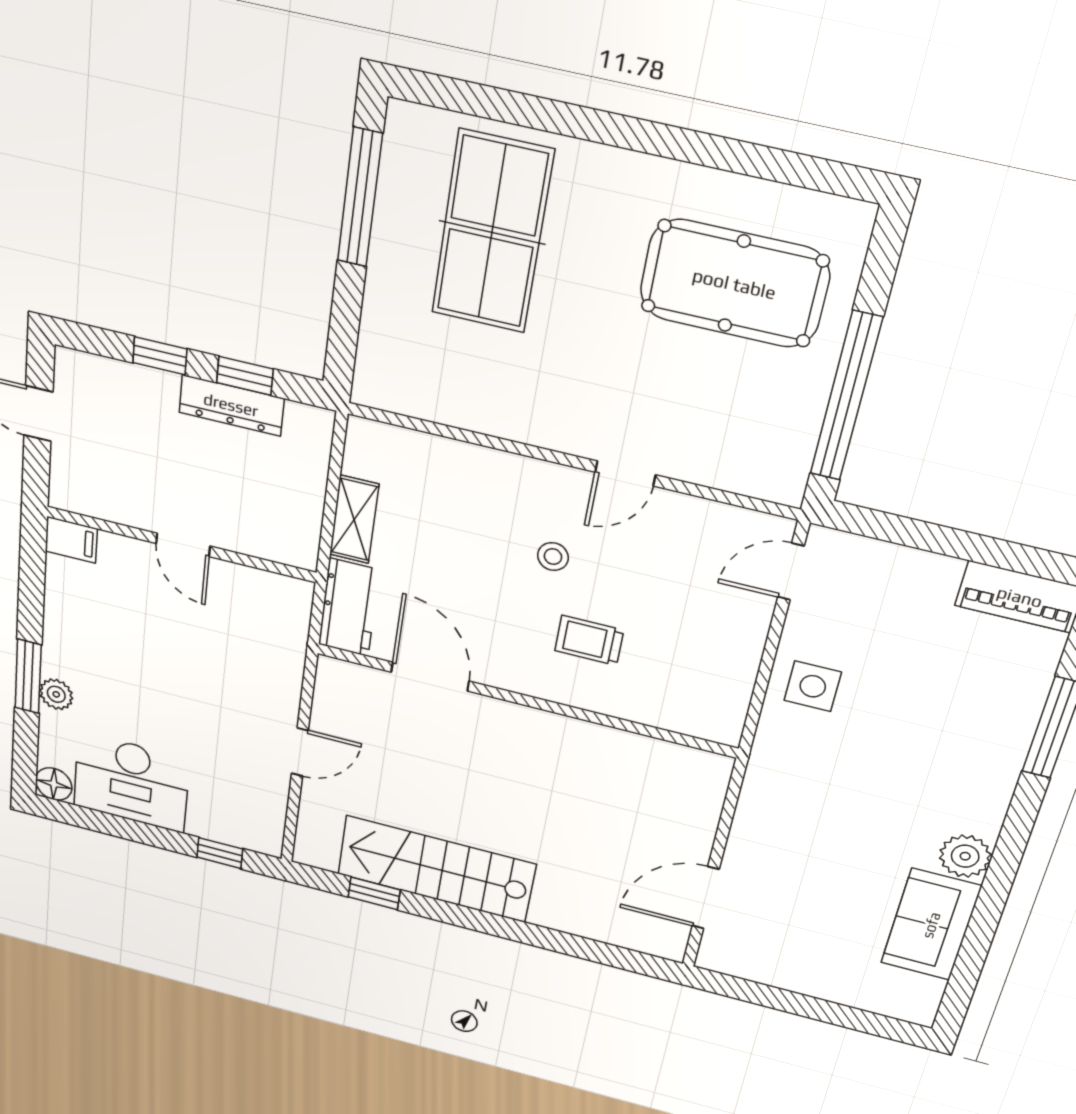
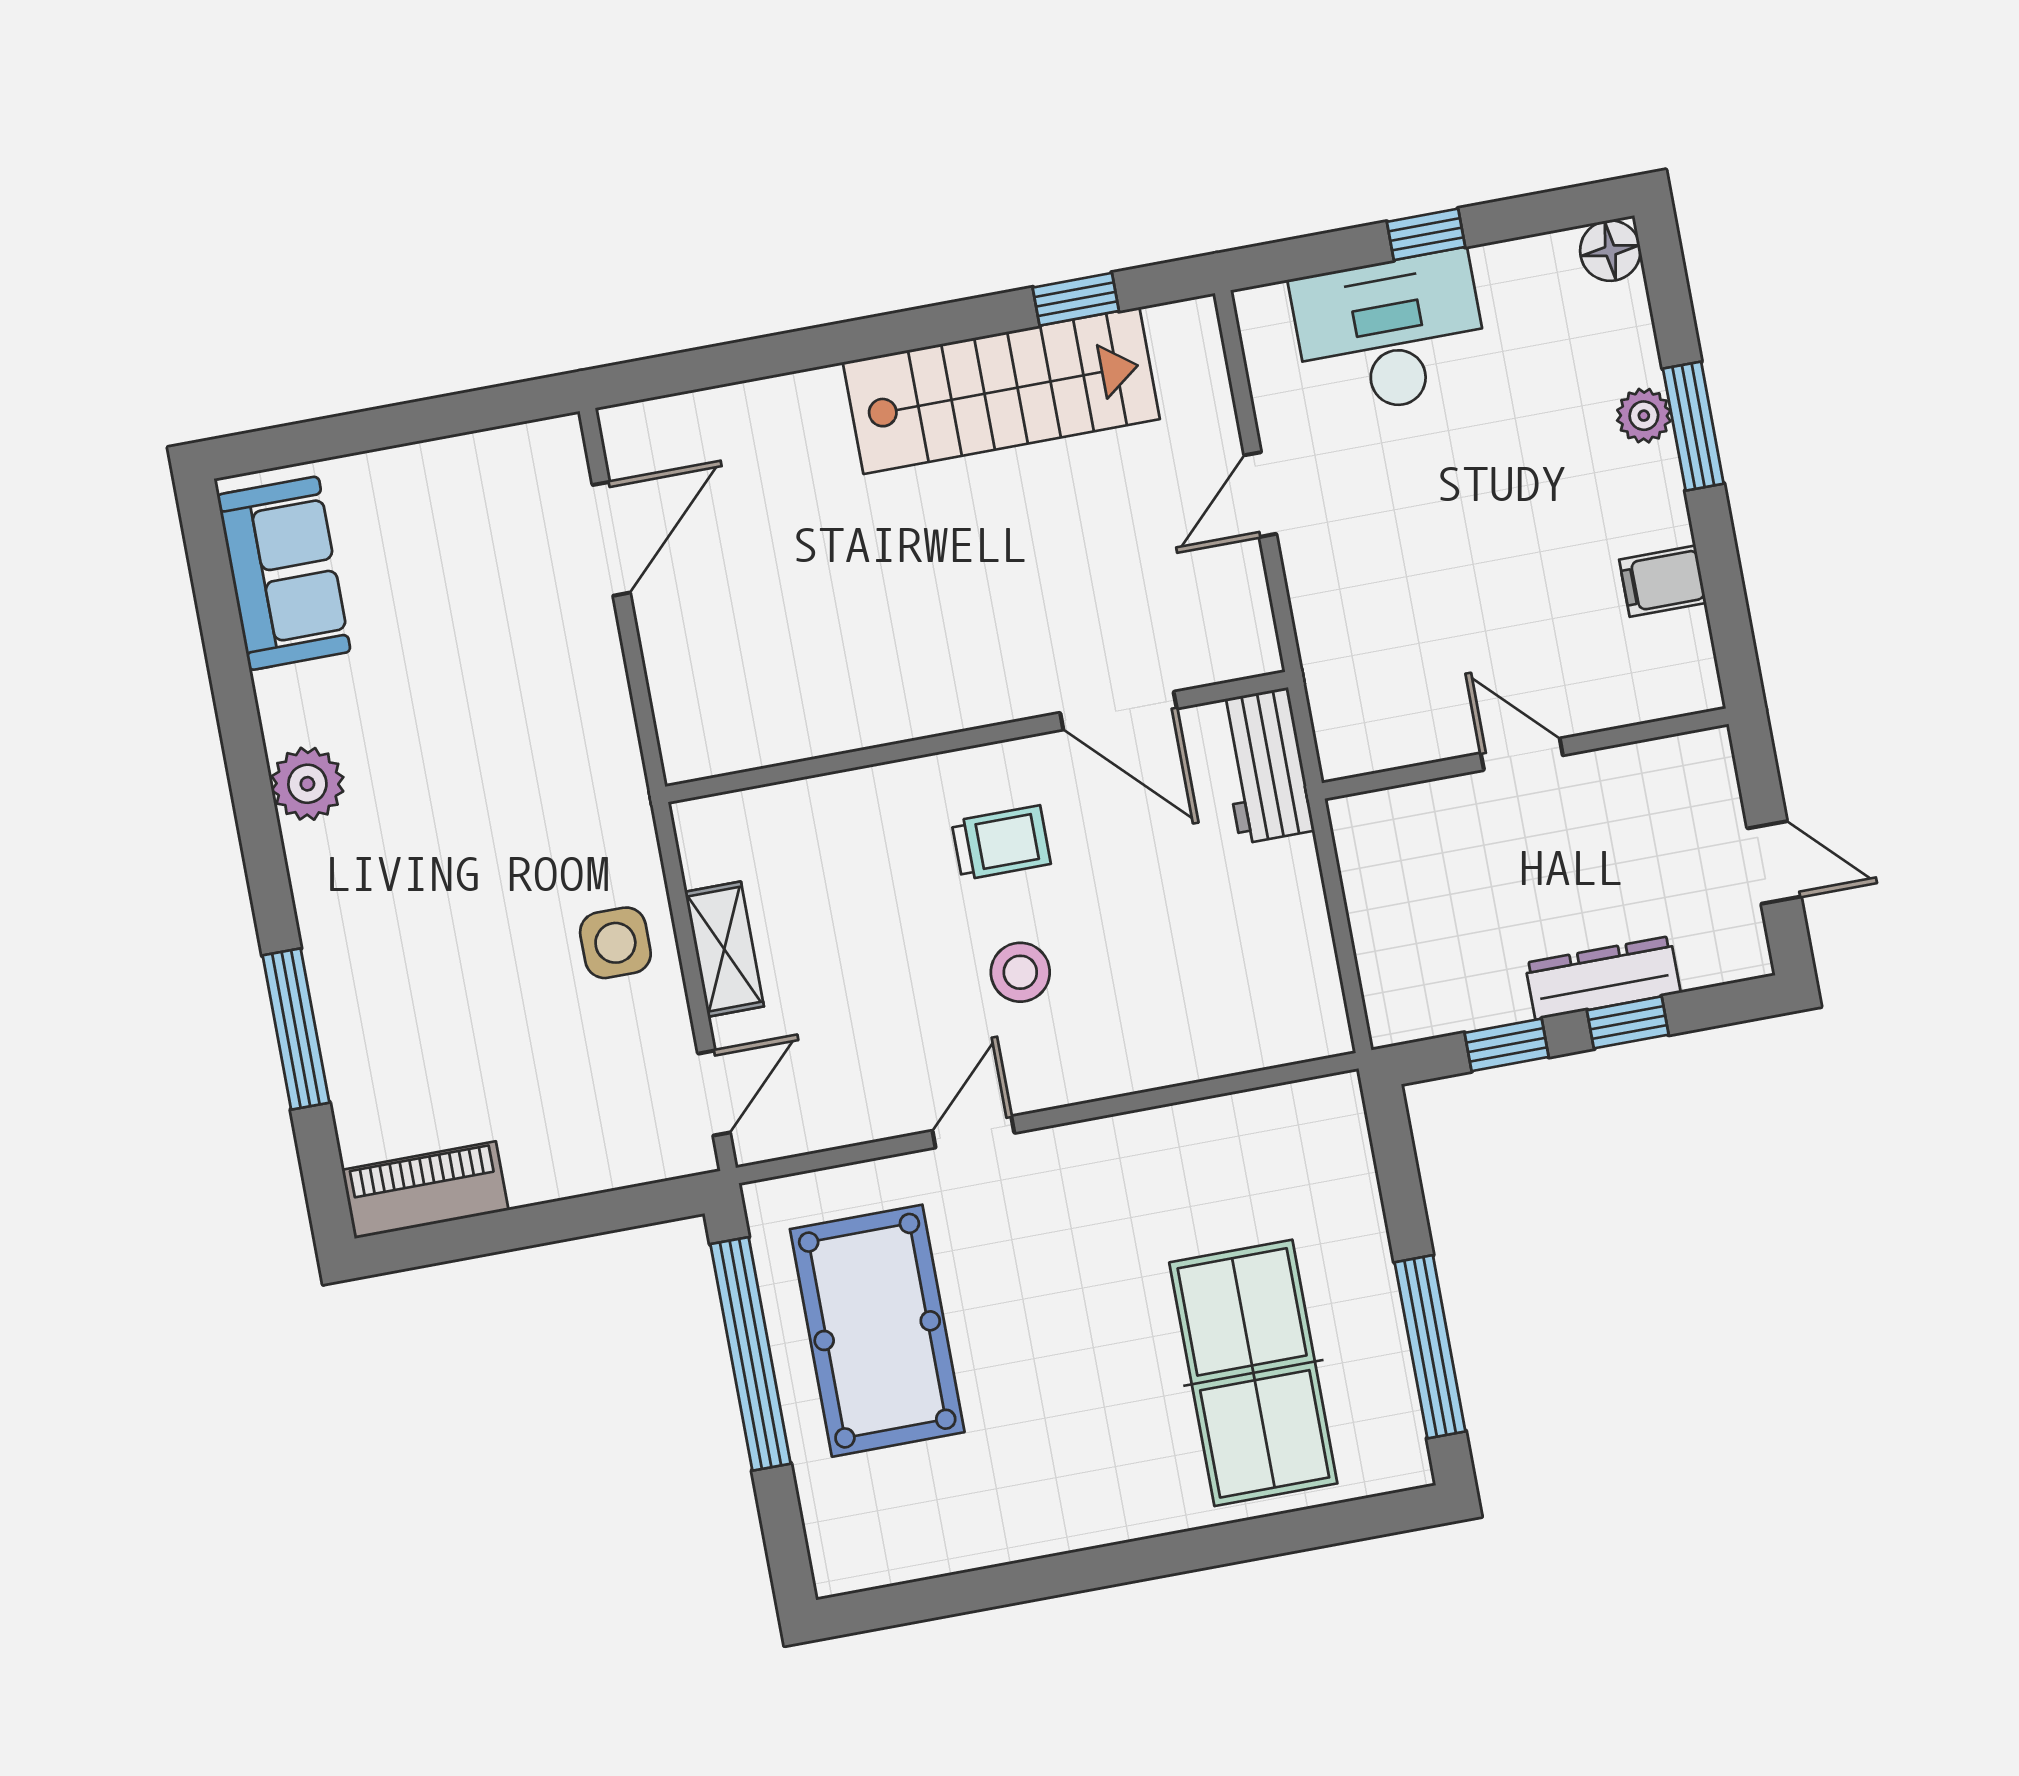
pool table: (734, 284) -> (877, 1331), moved, turned 90
dresser: (231, 405) -> (1603, 978), moved
shelving: (354, 519) -> (724, 949), moved
filing cabinet: (71, 540) -> (1663, 581), moved
stool: (553, 557) -> (1020, 972), width x1.37, depth x1.37
trolley: (589, 640) -> (1001, 843), moved
desk: (131, 782) -> (1390, 334), moved
window: (220, 853) -> (1426, 234), moved
sofa: (931, 925) -> (284, 573), moved

